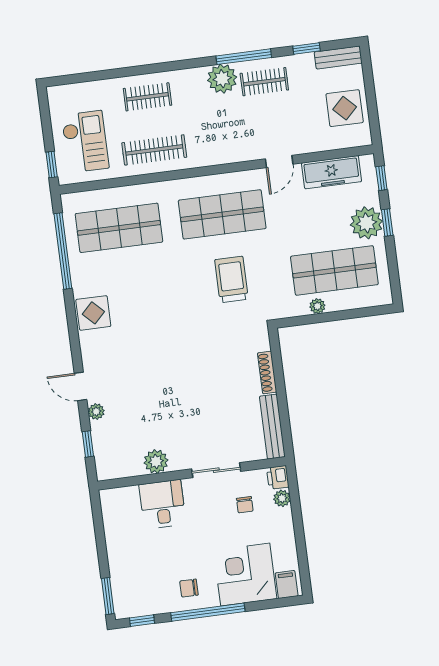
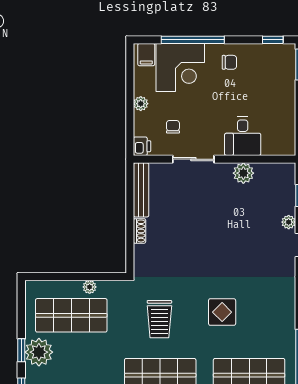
display table: (93, 313) -> (222, 312), moved
shoe rack: (267, 373) -> (139, 231), width x0.70
plant: (282, 498) -> (141, 104), moved
window: (208, 612) -> (193, 40), moved

